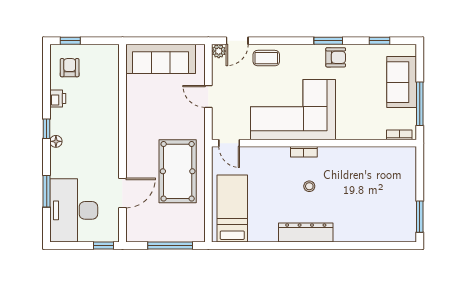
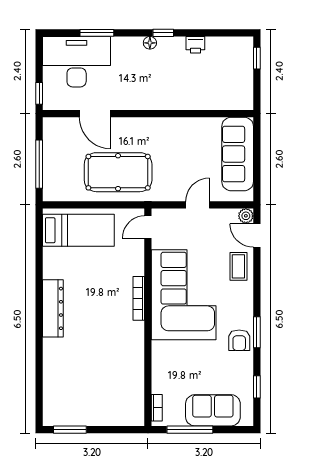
armchair: (70, 68) -> (228, 57), removed
bookcase: (304, 152) -> (139, 298), width x1.56
stool: (309, 186) -> (102, 312), removed

